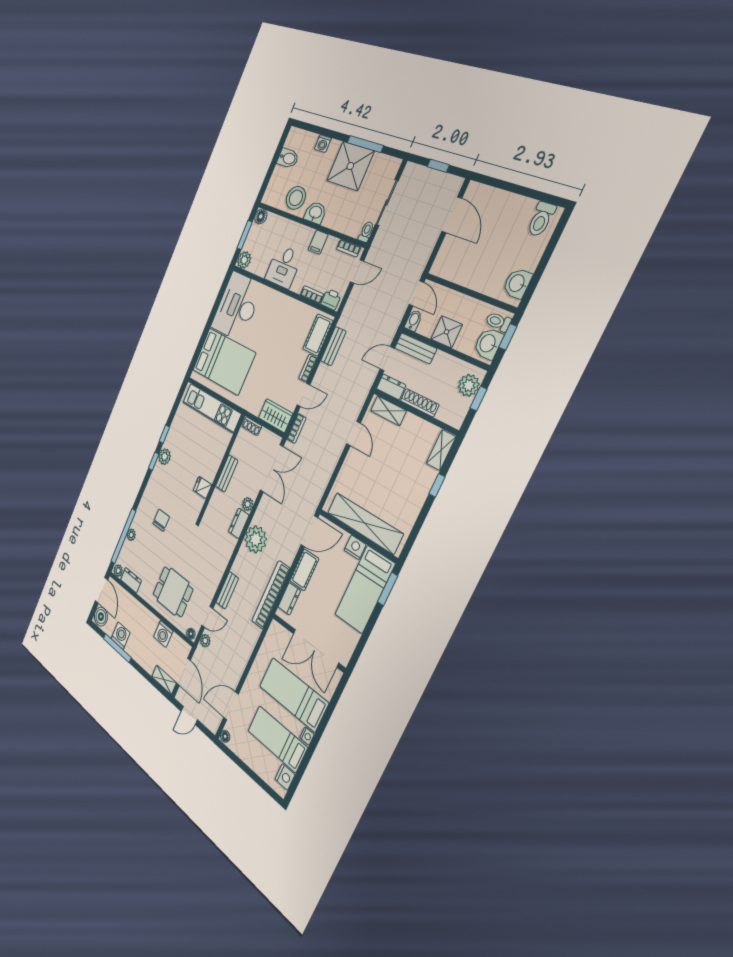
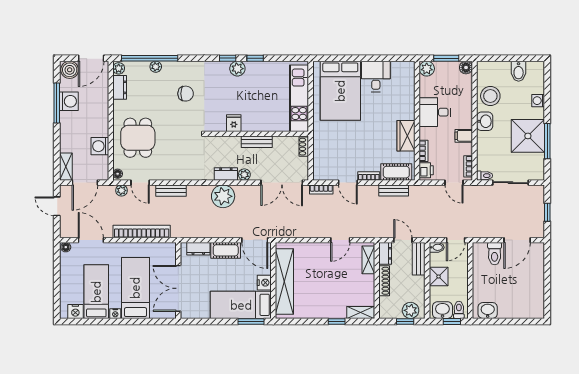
toilet: (541, 219) -> (495, 254), moved, turned -90
desk: (237, 306) -> (376, 76), width x0.53, depth x0.77
wardrobe: (276, 416) -> (406, 136), moved, turned 180
bookcase: (271, 595) -> (142, 232), moved

